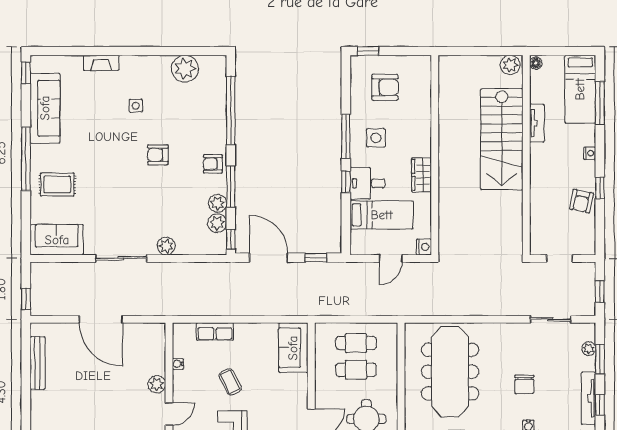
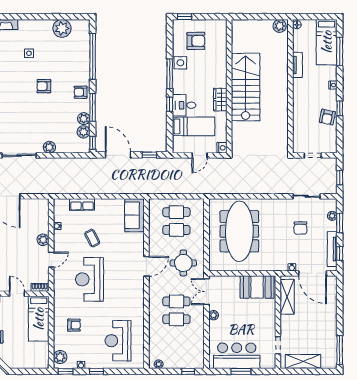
side table: (376, 138) -> (180, 63), moved
stairs: (502, 139) -> (246, 87), moved, turned 180
chair: (524, 384) -> (300, 228), moved

